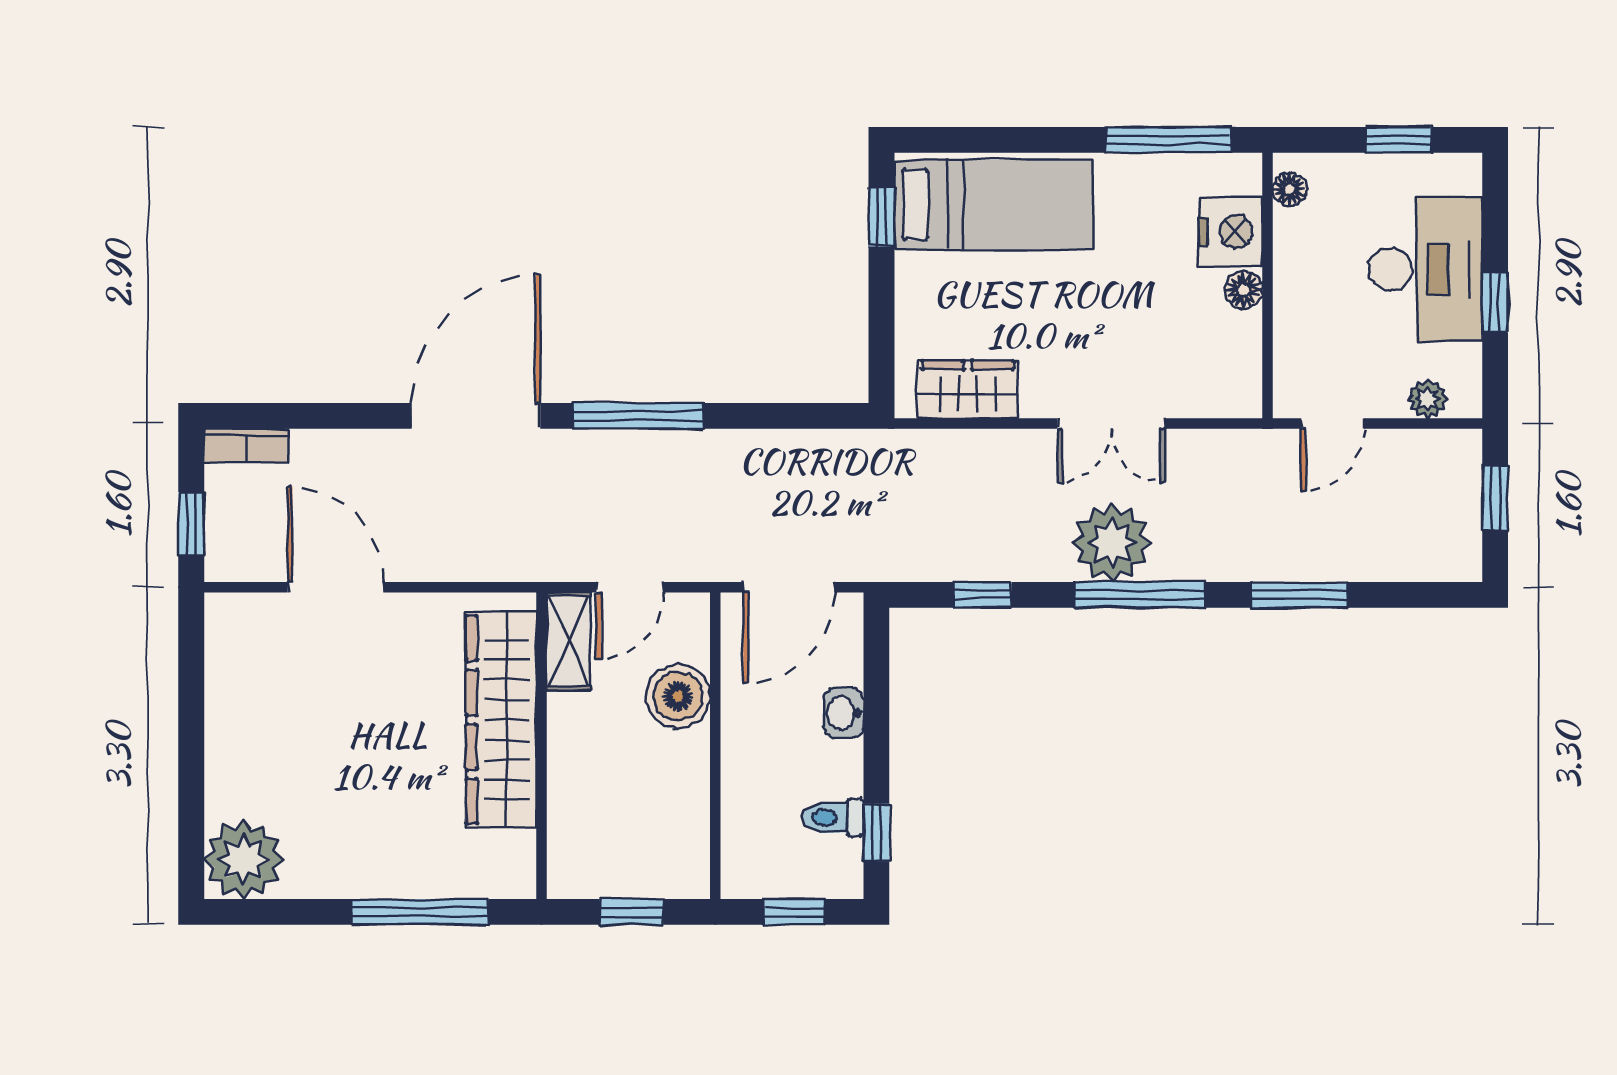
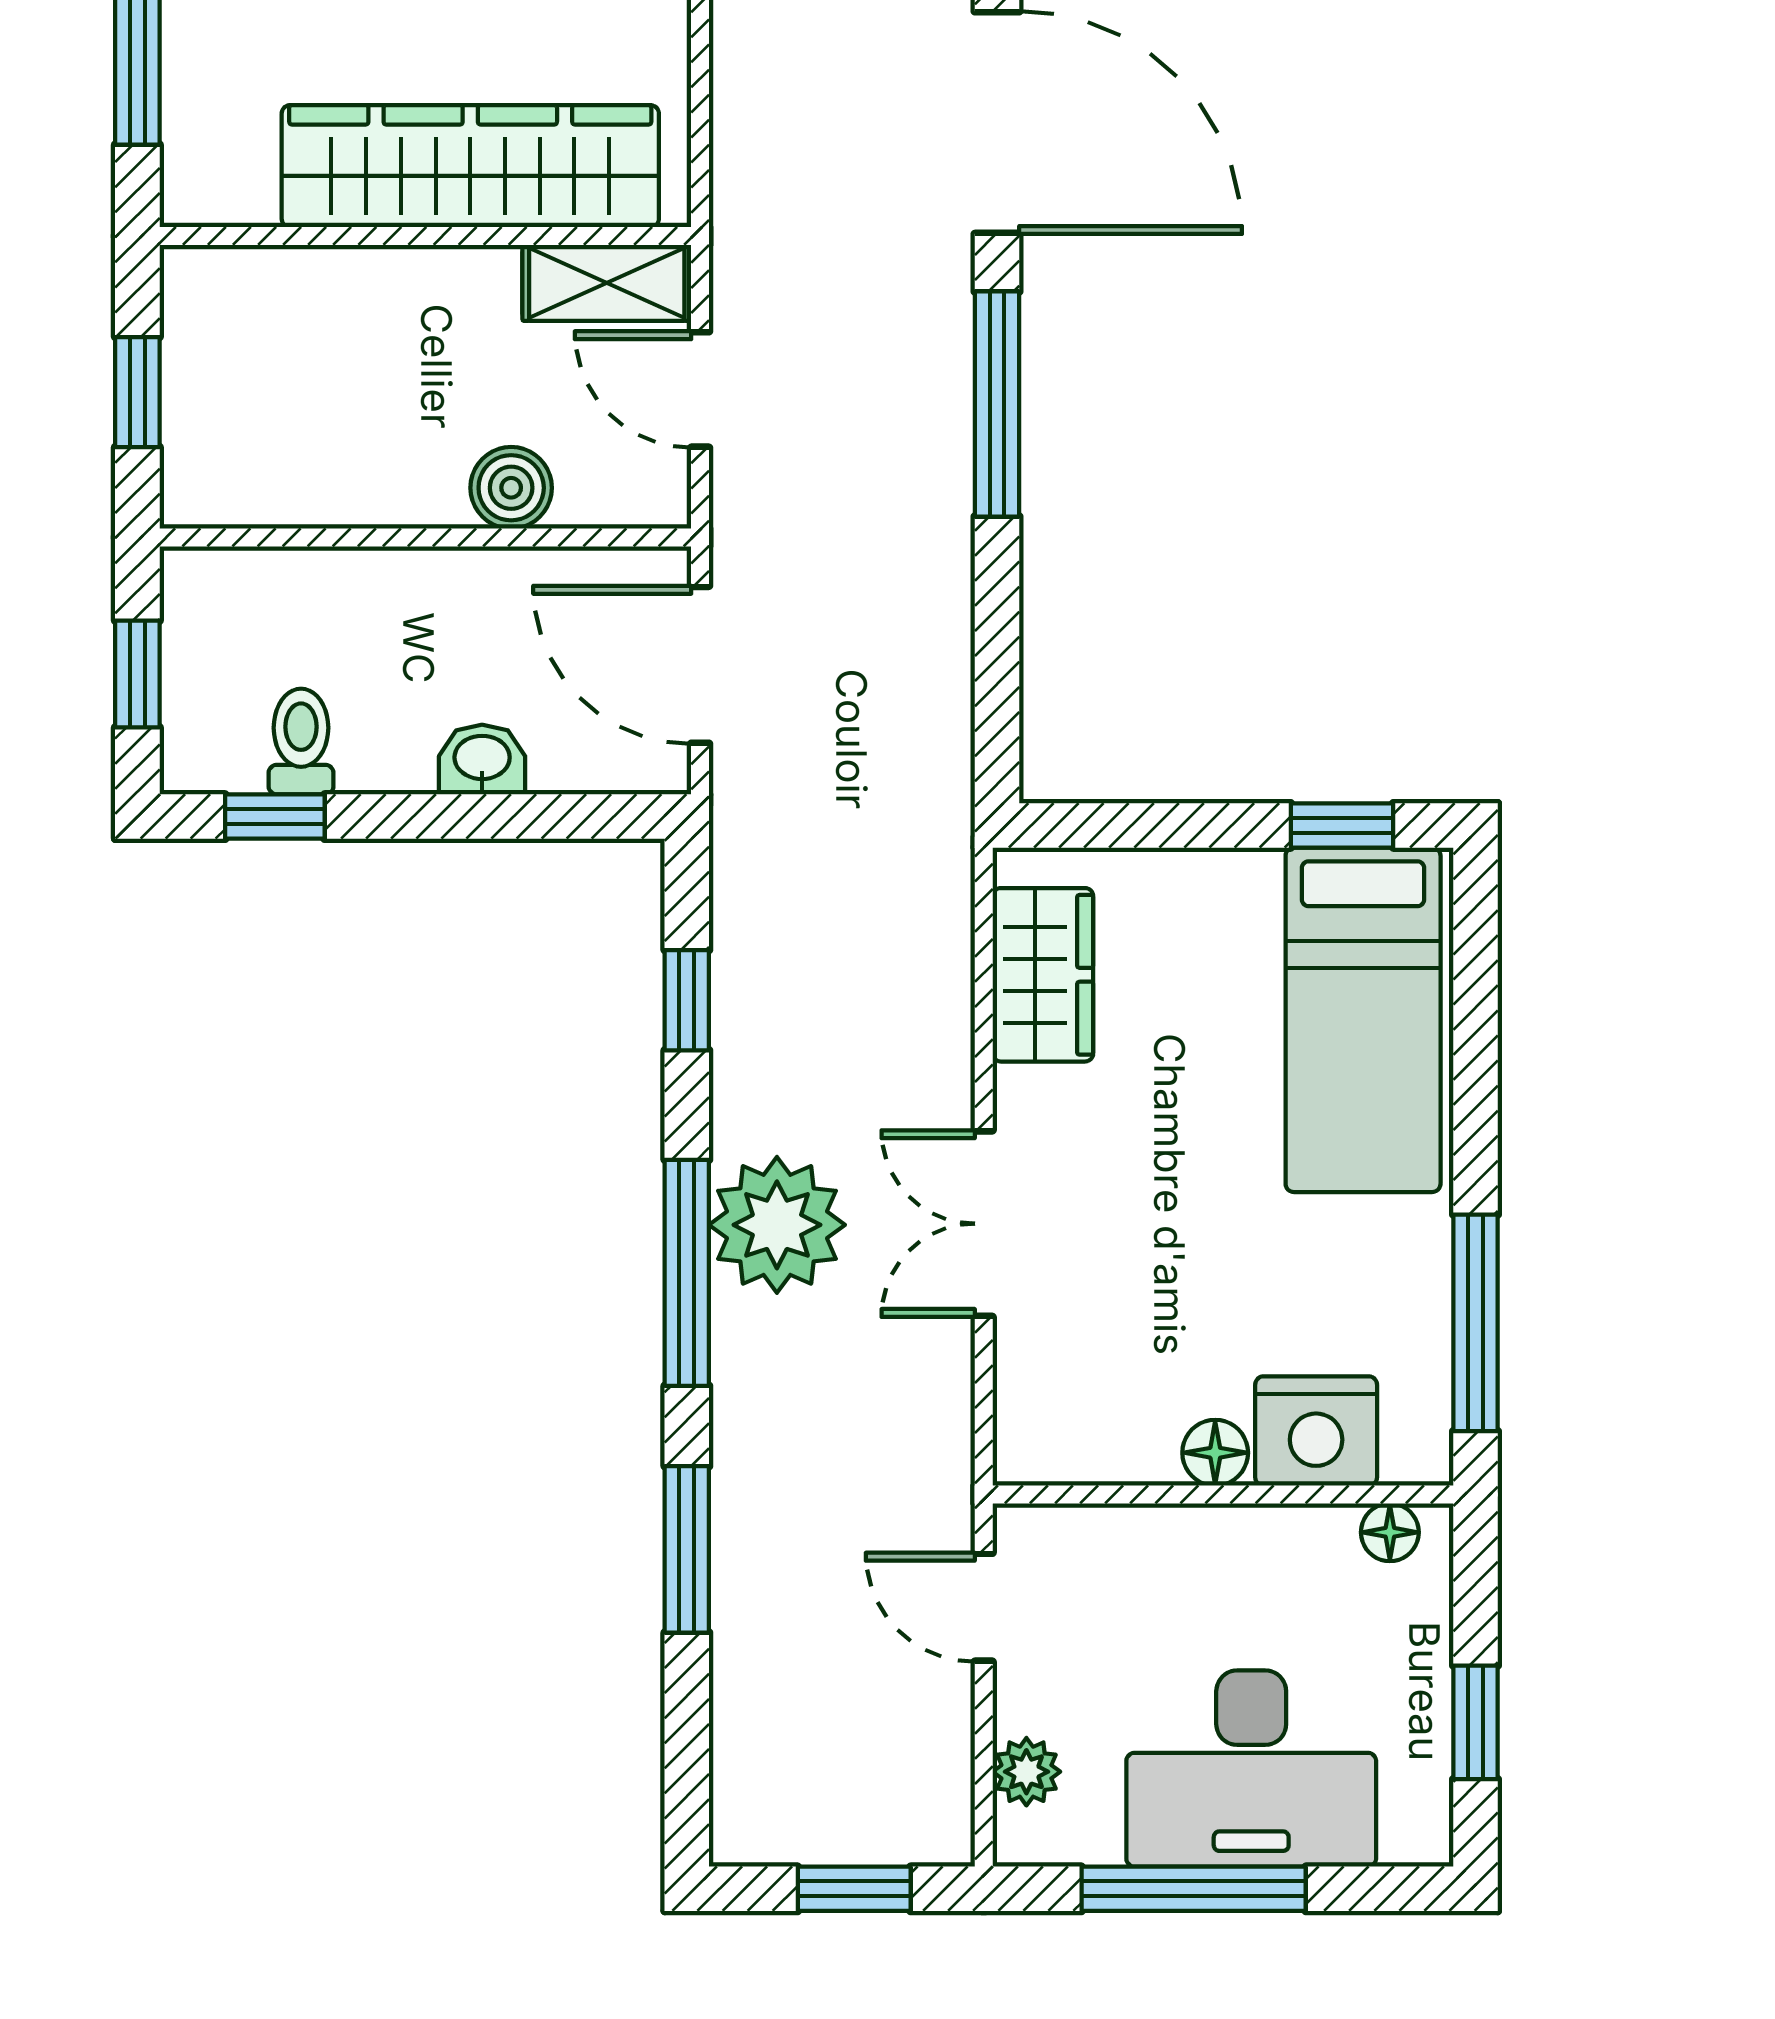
window: (1495, 302) -> (1194, 1889), width x2.17
boiler: (678, 696) -> (511, 488), width x0.73, depth x0.73

